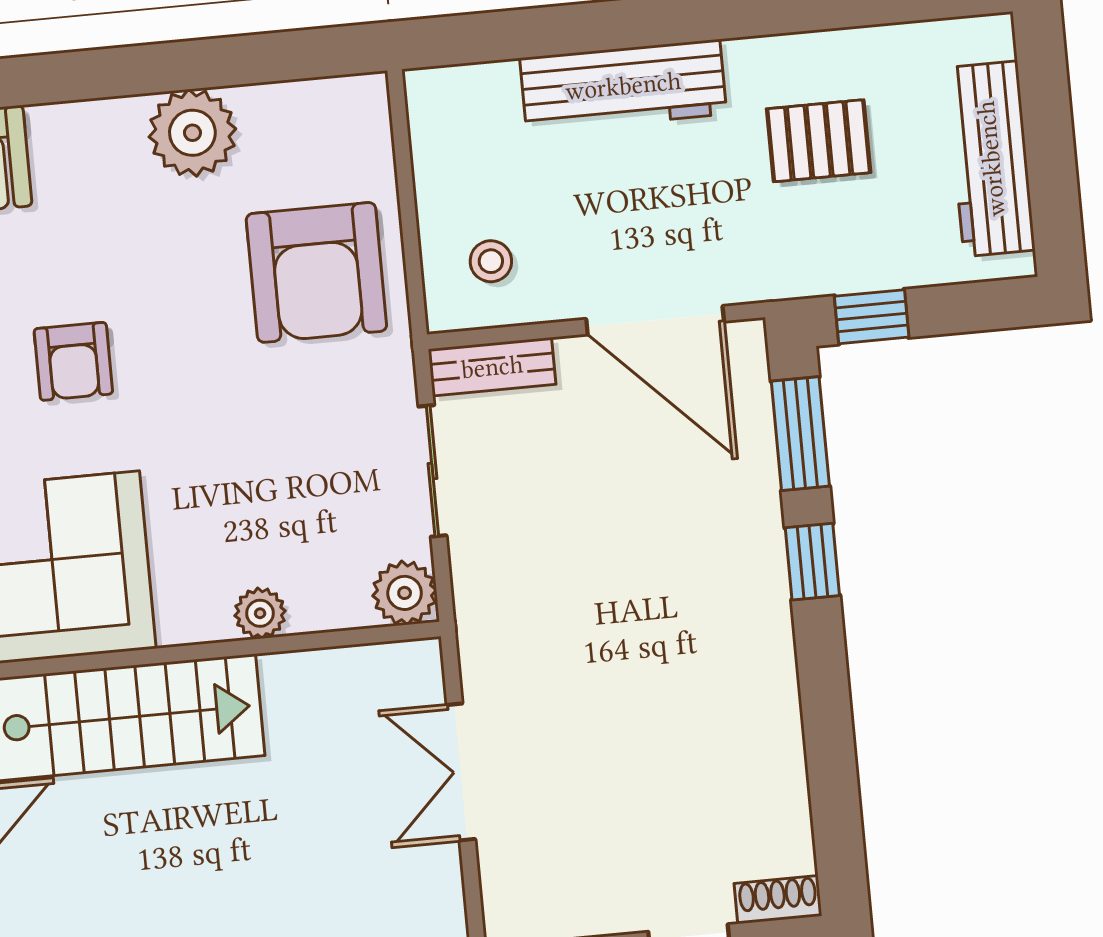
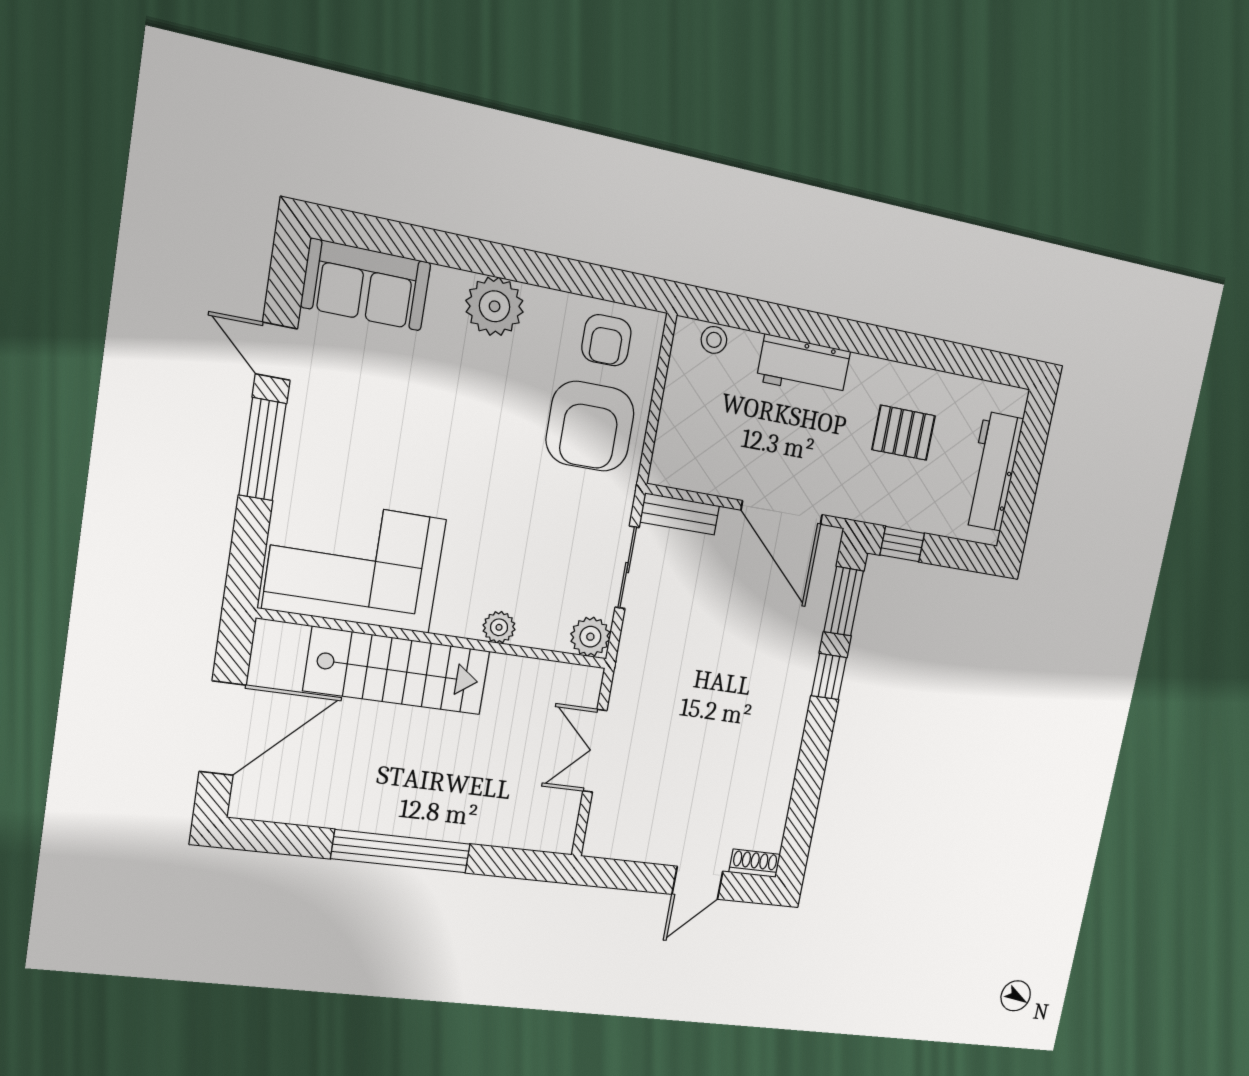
workbench: (623, 86) -> (804, 366), width x0.73
plant: (192, 133) -> (495, 306), moved
stool: (491, 261) -> (714, 340), moved
armchair: (73, 361) -> (606, 340), moved

